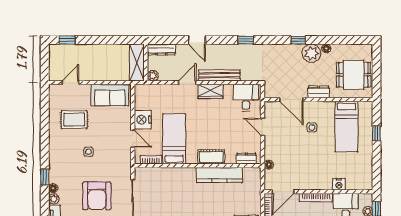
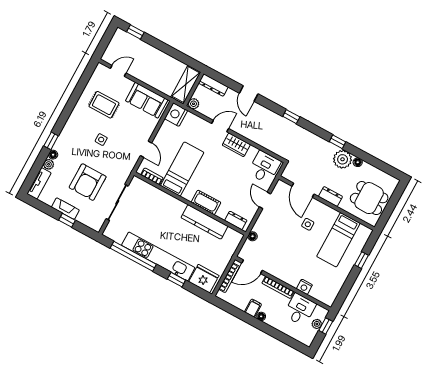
bench: (219, 75) -> (252, 135), removed
nightstand: (143, 120) -> (176, 115), moved

